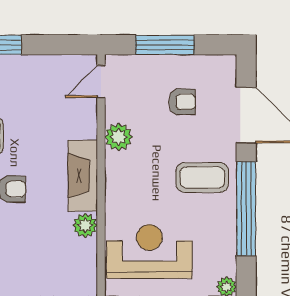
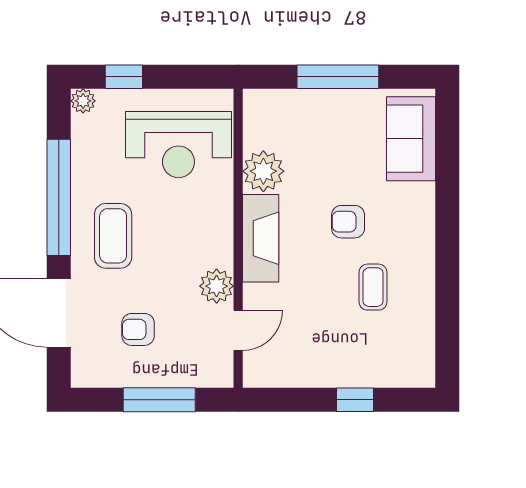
door: (101, 82) -> (238, 330), moved
coffee table: (202, 178) -> (113, 236), turned 90
plant: (85, 225) -> (263, 171), width x1.36, depth x1.36

